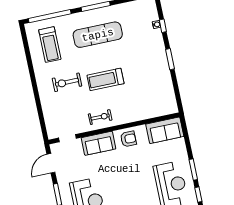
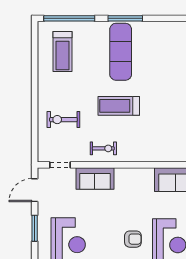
exercise mat: (98, 35) -> (121, 52), turned 90
exercise bike: (67, 82) -> (63, 120), moved
armchair: (128, 139) -> (133, 239), moved

